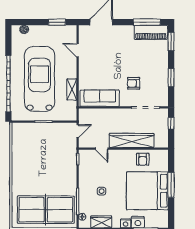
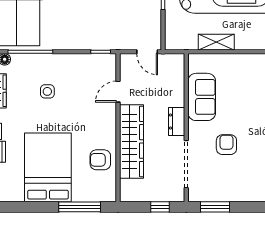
window: (171, 78) -> (215, 207), moved
sofa: (100, 98) -> (202, 97), width x0.73
dresser: (120, 113) -> (177, 122), added
window: (171, 185) -> (80, 207), moved
bed: (147, 191) -> (48, 167), width x0.73

